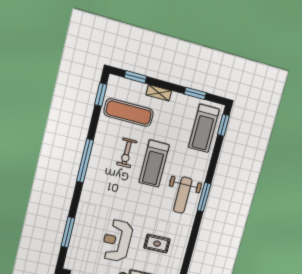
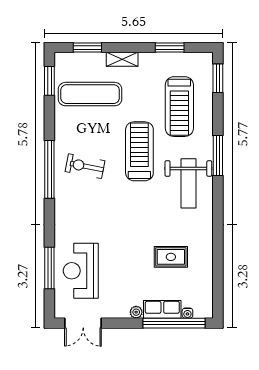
treadmill: (204, 128) -> (179, 107), moved
exercise bike: (127, 153) -> (85, 166), moved, turned 101
treadmill: (154, 164) -> (139, 151), turned 180
window: (204, 197) -> (218, 155), moved
reception desk: (117, 241) -> (81, 271), moved

